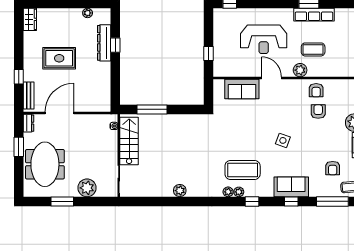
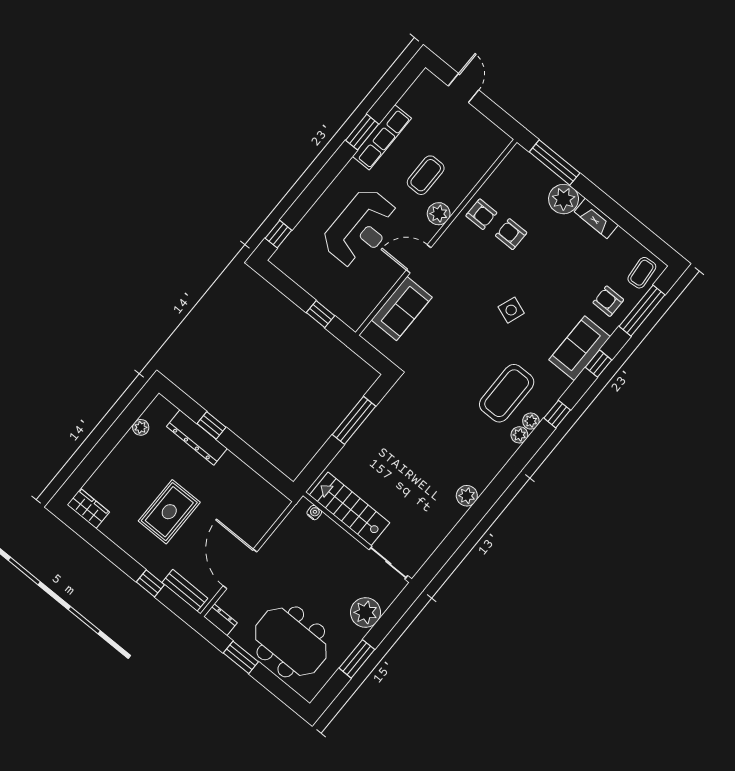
window: (152, 109) -> (354, 420), moved
armchair: (333, 168) -> (608, 301), moved, turned 180

